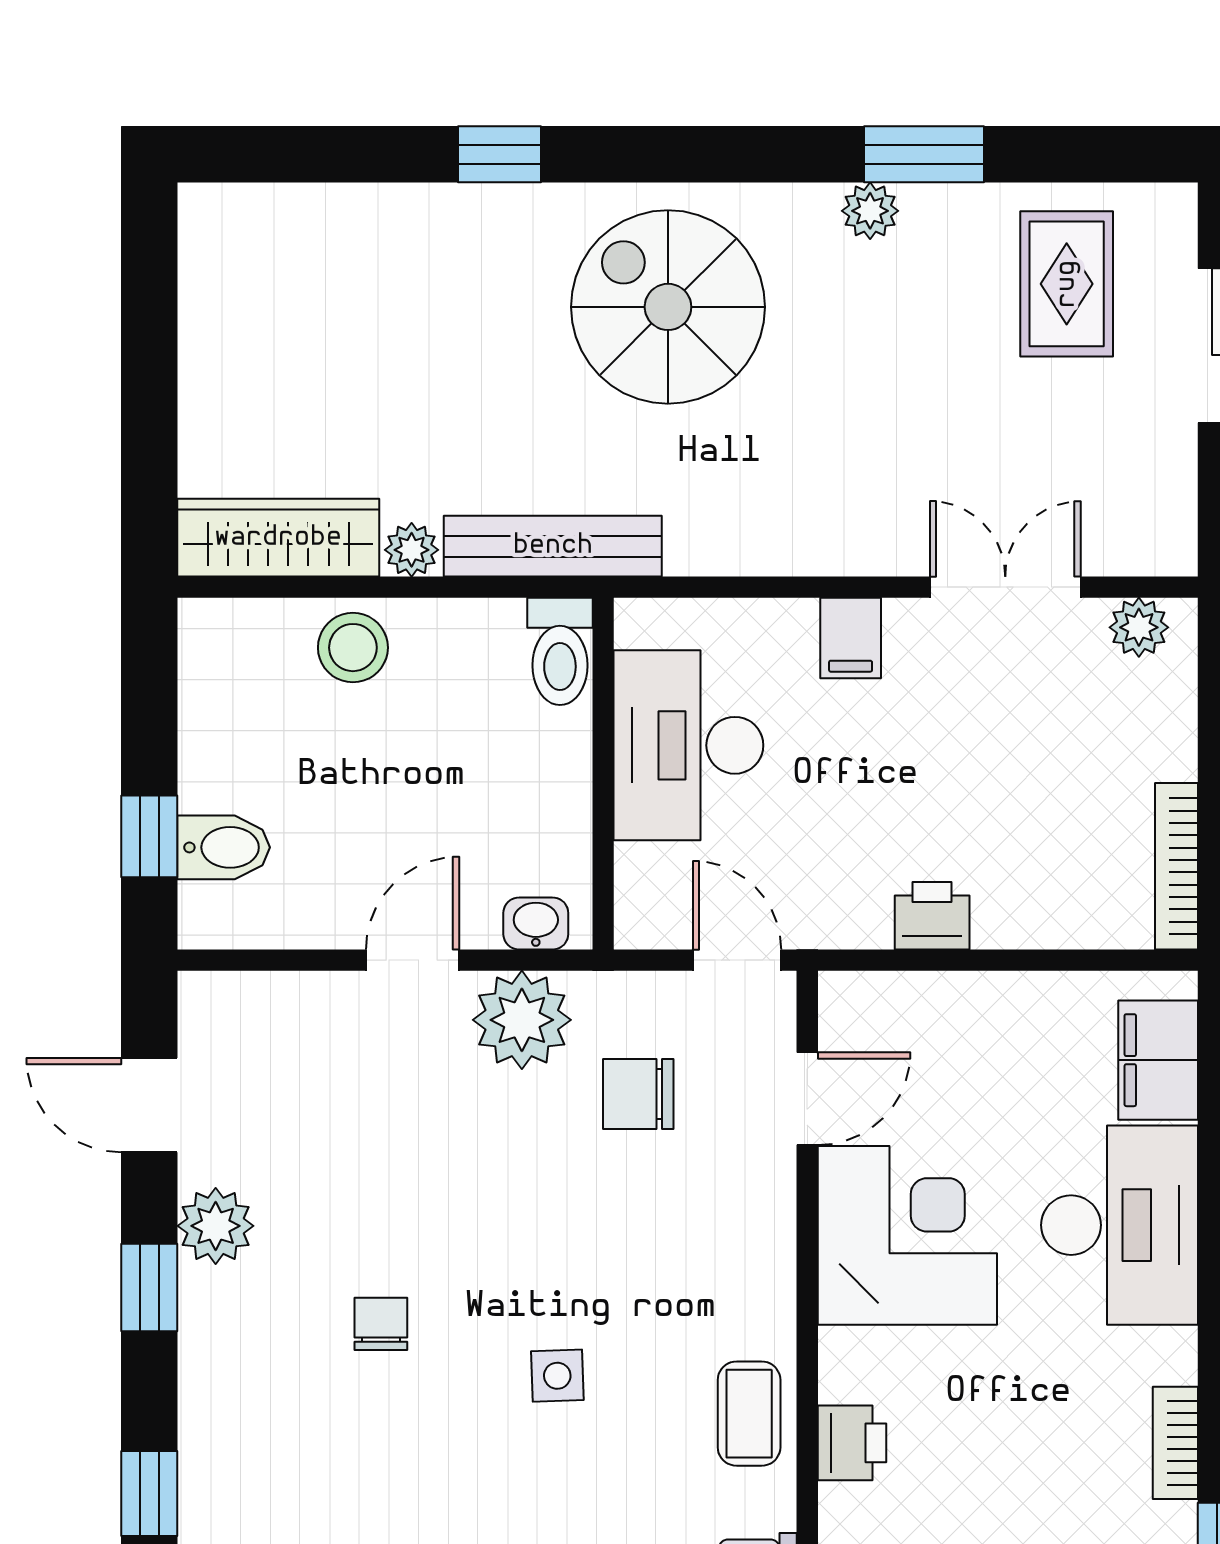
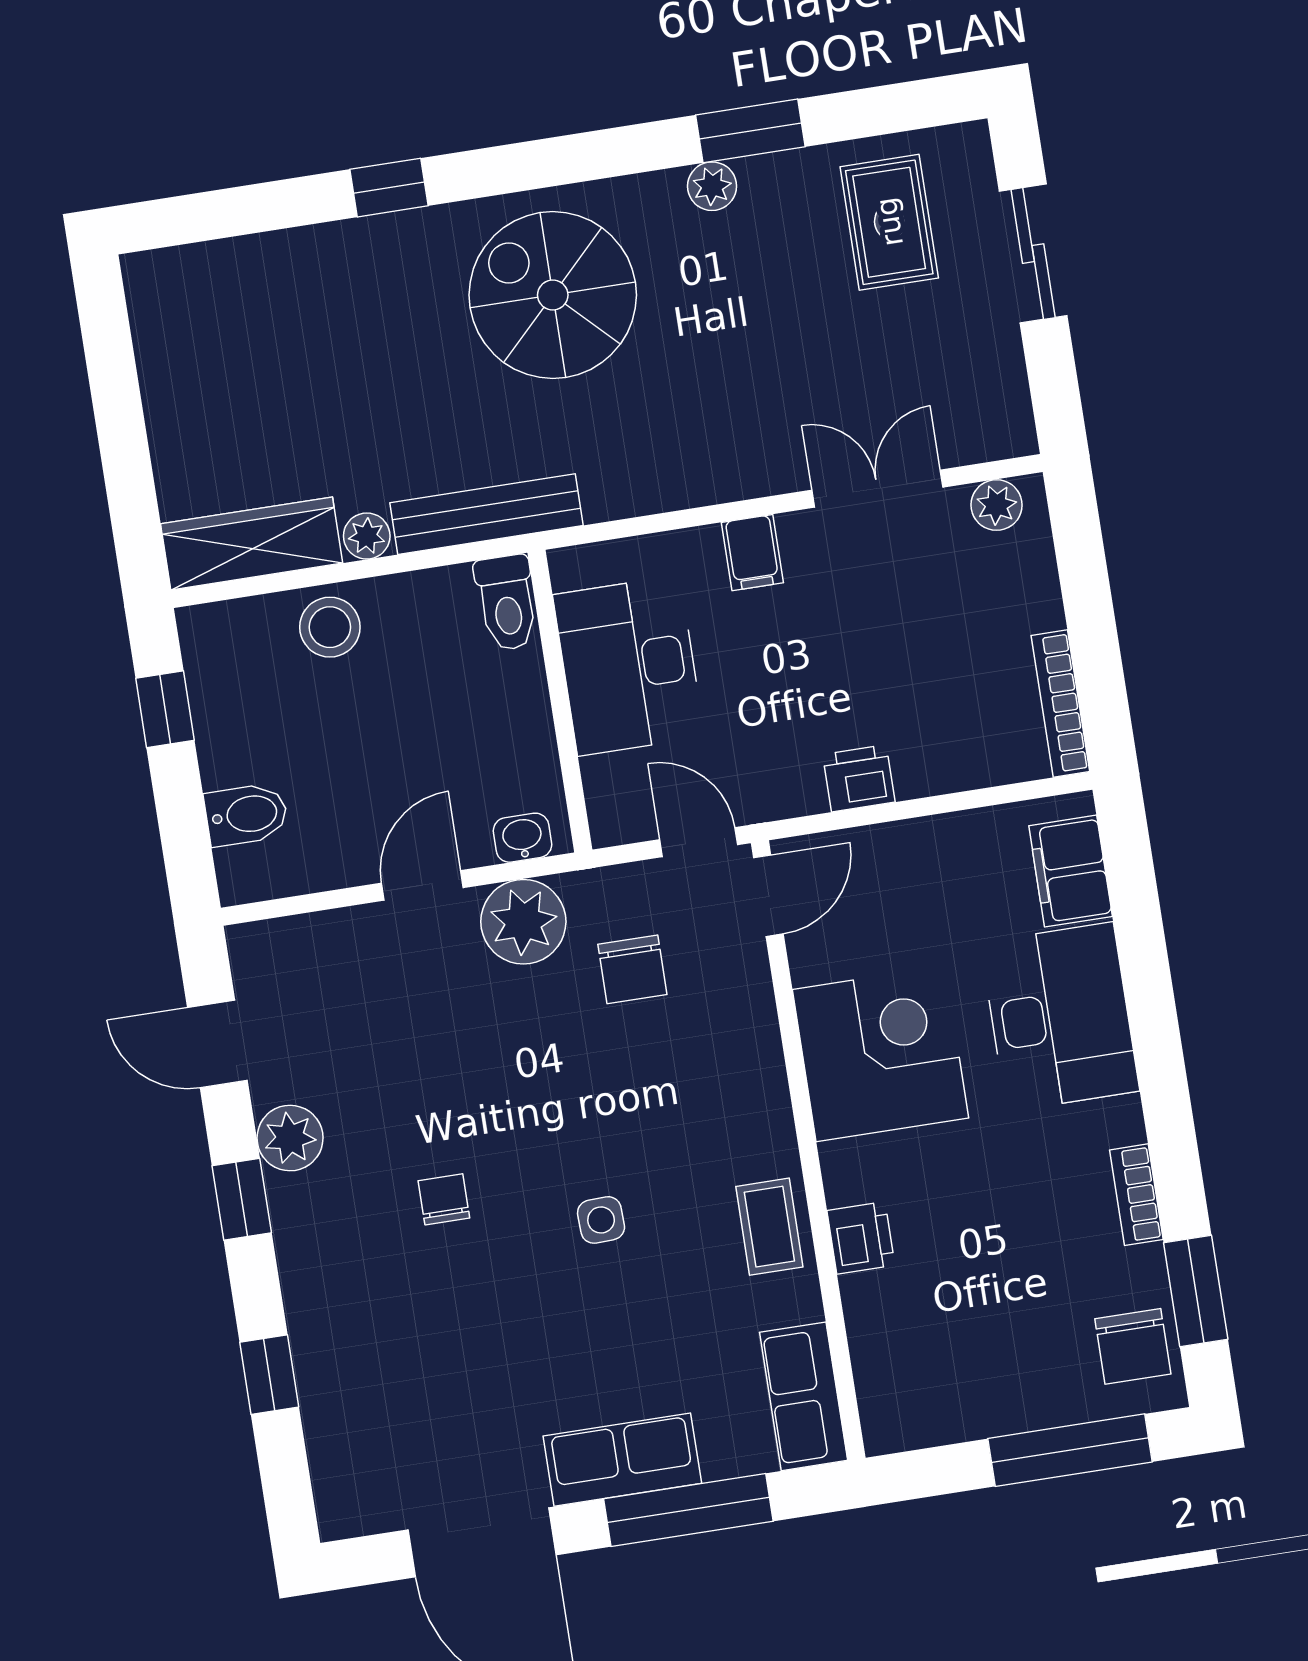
window: (149, 836) -> (165, 709), moved
chair: (638, 1094) -> (632, 969), turned -90
door: (807, 1099) -> (768, 896), moved

